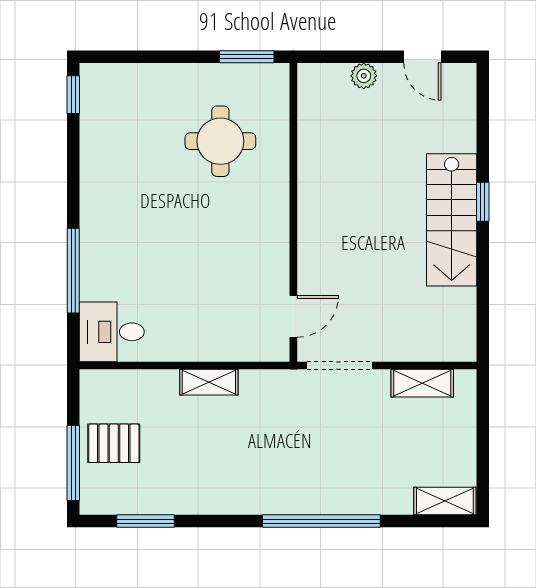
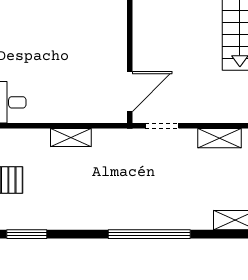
door: (293, 316) -> (130, 92), width x1.38
doorway: (340, 365) -> (162, 126), width x0.73

